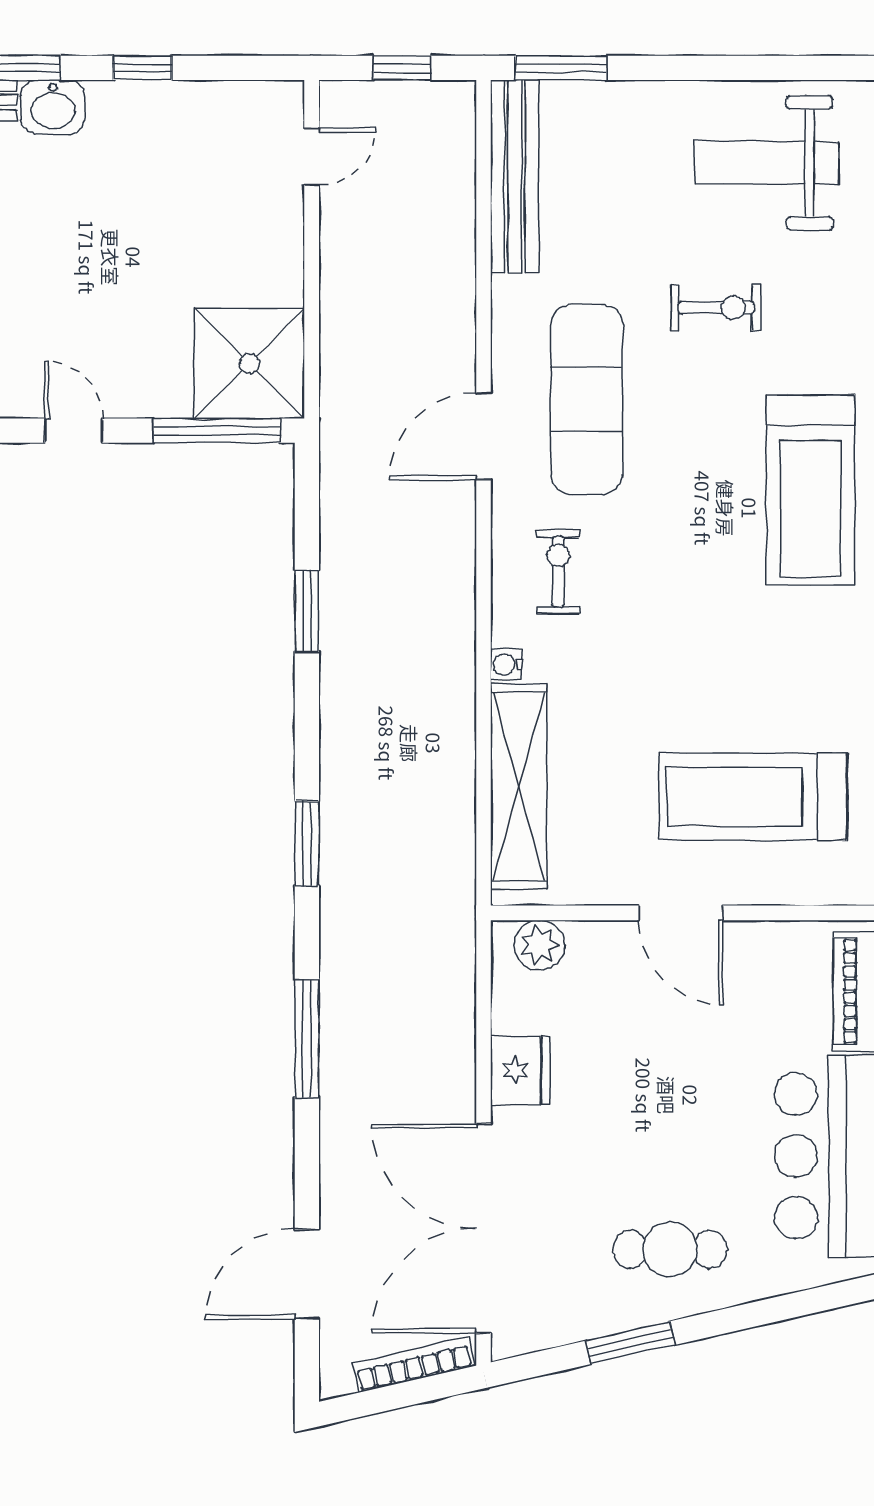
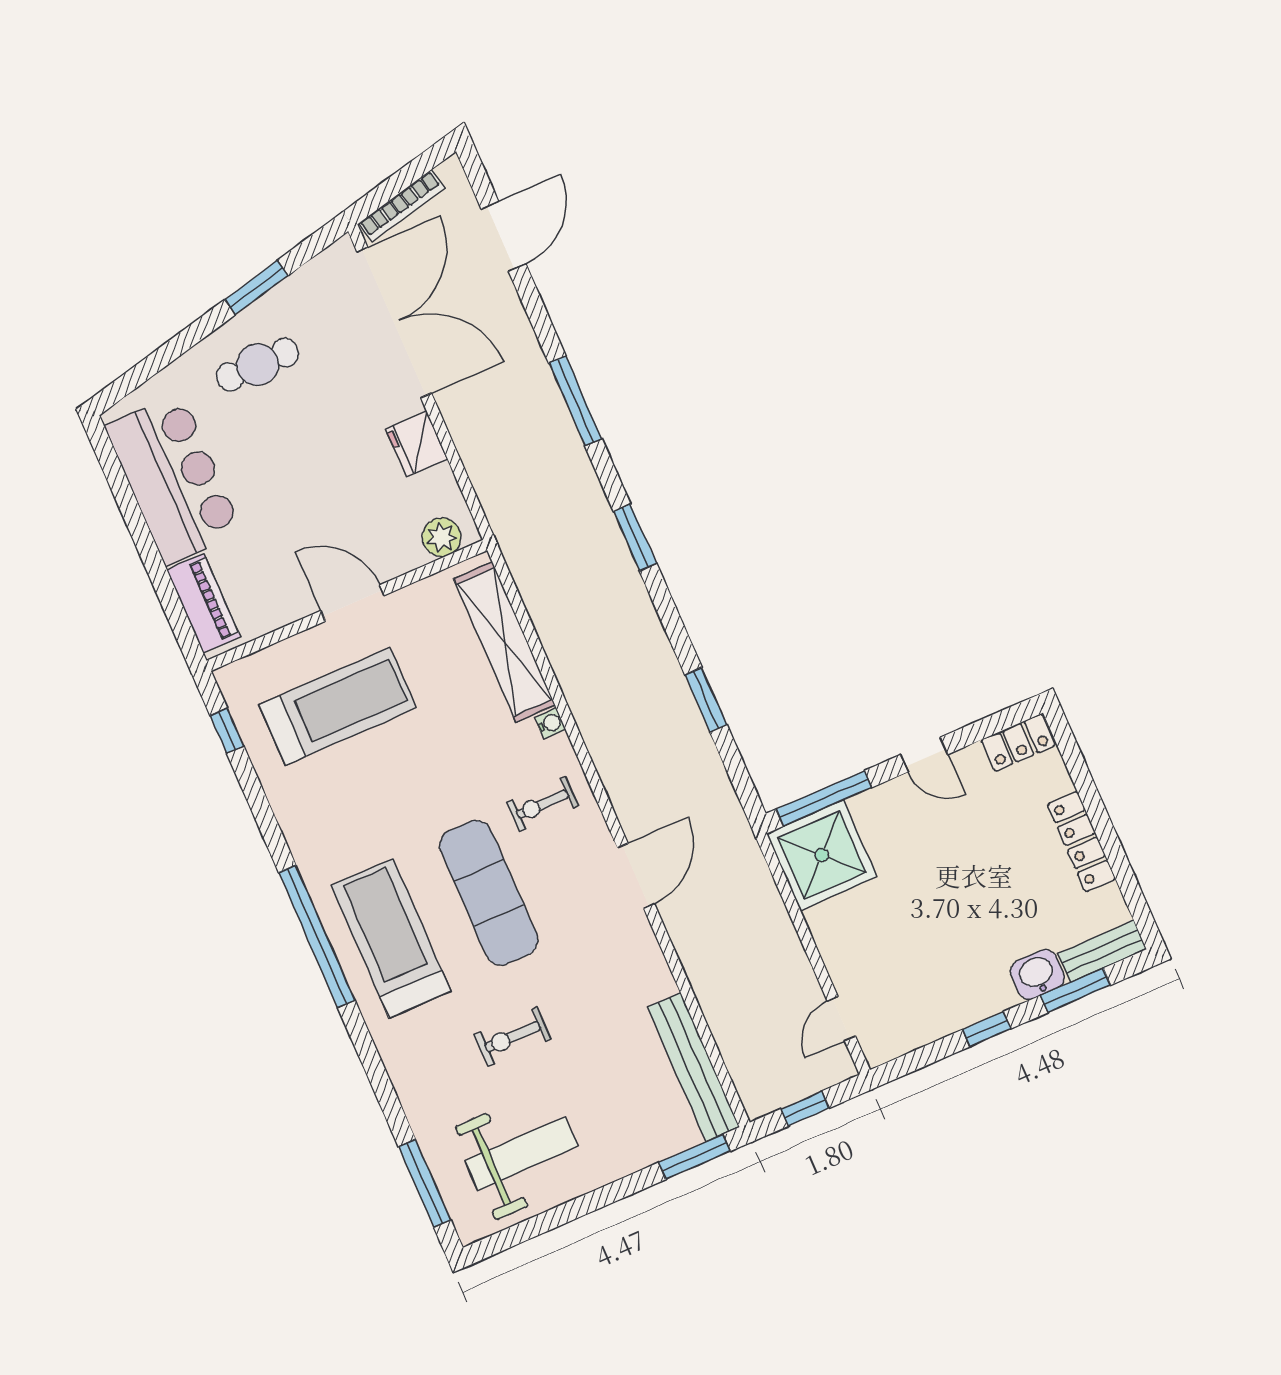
exercise mat: (587, 399) -> (489, 893), moved
exercise bike: (558, 571) -> (542, 804), turned 90

